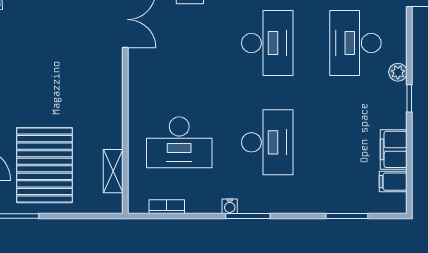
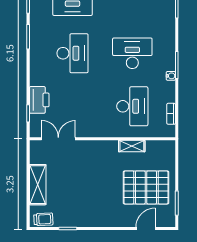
desk: (267, 43) -> (73, 53), turned 90
shelving: (113, 171) -> (132, 146), moved

